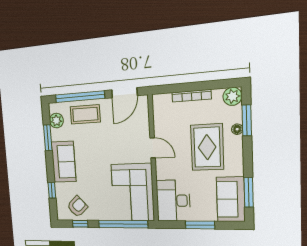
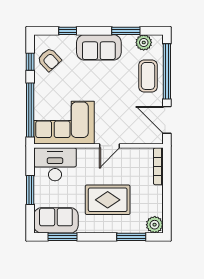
bookcase: (192, 96) -> (158, 166), moved
floor lamp: (237, 129) -> (123, 228), removed

